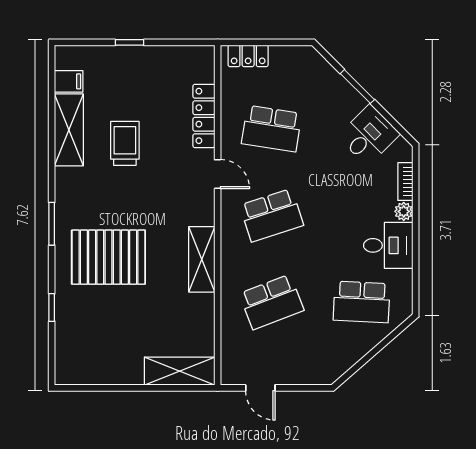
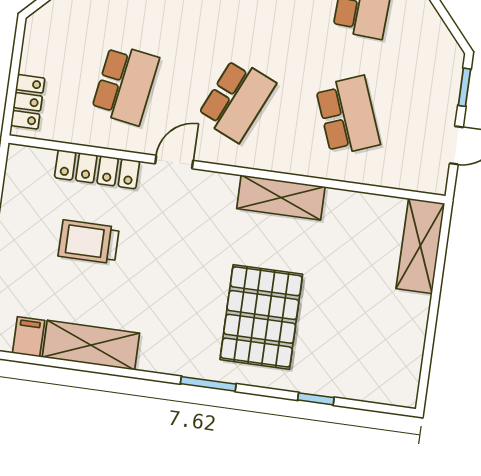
trolley: (125, 143) -> (89, 242), moved
school desk: (272, 215) -> (237, 100), turned 42
window: (305, 388) -> (464, 87), added

